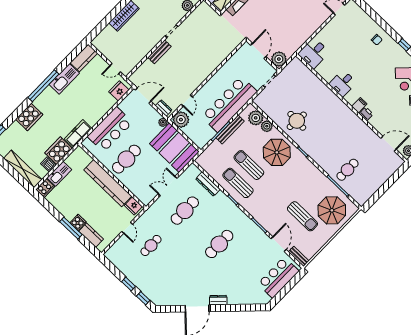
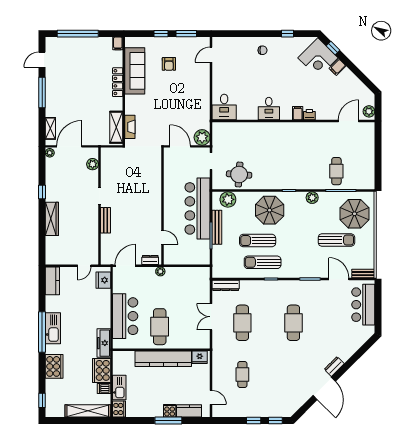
kitchen sink: (64, 79) -> (53, 328), moved
plant: (181, 120) -> (172, 256), removed
round table: (297, 121) -> (239, 175), moved
plant: (267, 126) -> (312, 198), moved
booth: (174, 148) -> (188, 282), removed
dresser: (208, 184) -> (226, 285), moved
door: (127, 228) -> (211, 397), moved

